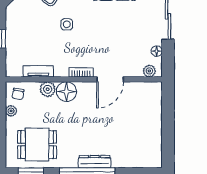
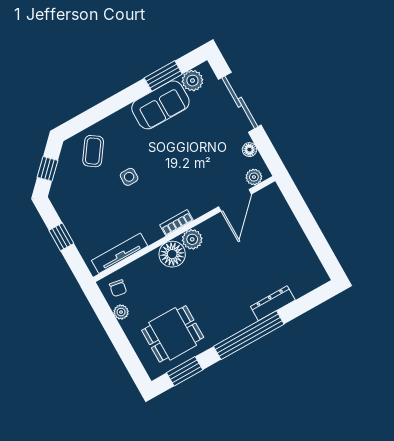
tv unit: (38, 71) -> (120, 253), width x1.41
door: (110, 79) -> (235, 200), moved
plant: (48, 89) -> (192, 239), moved
dresser: (95, 162) -> (273, 303), moved

